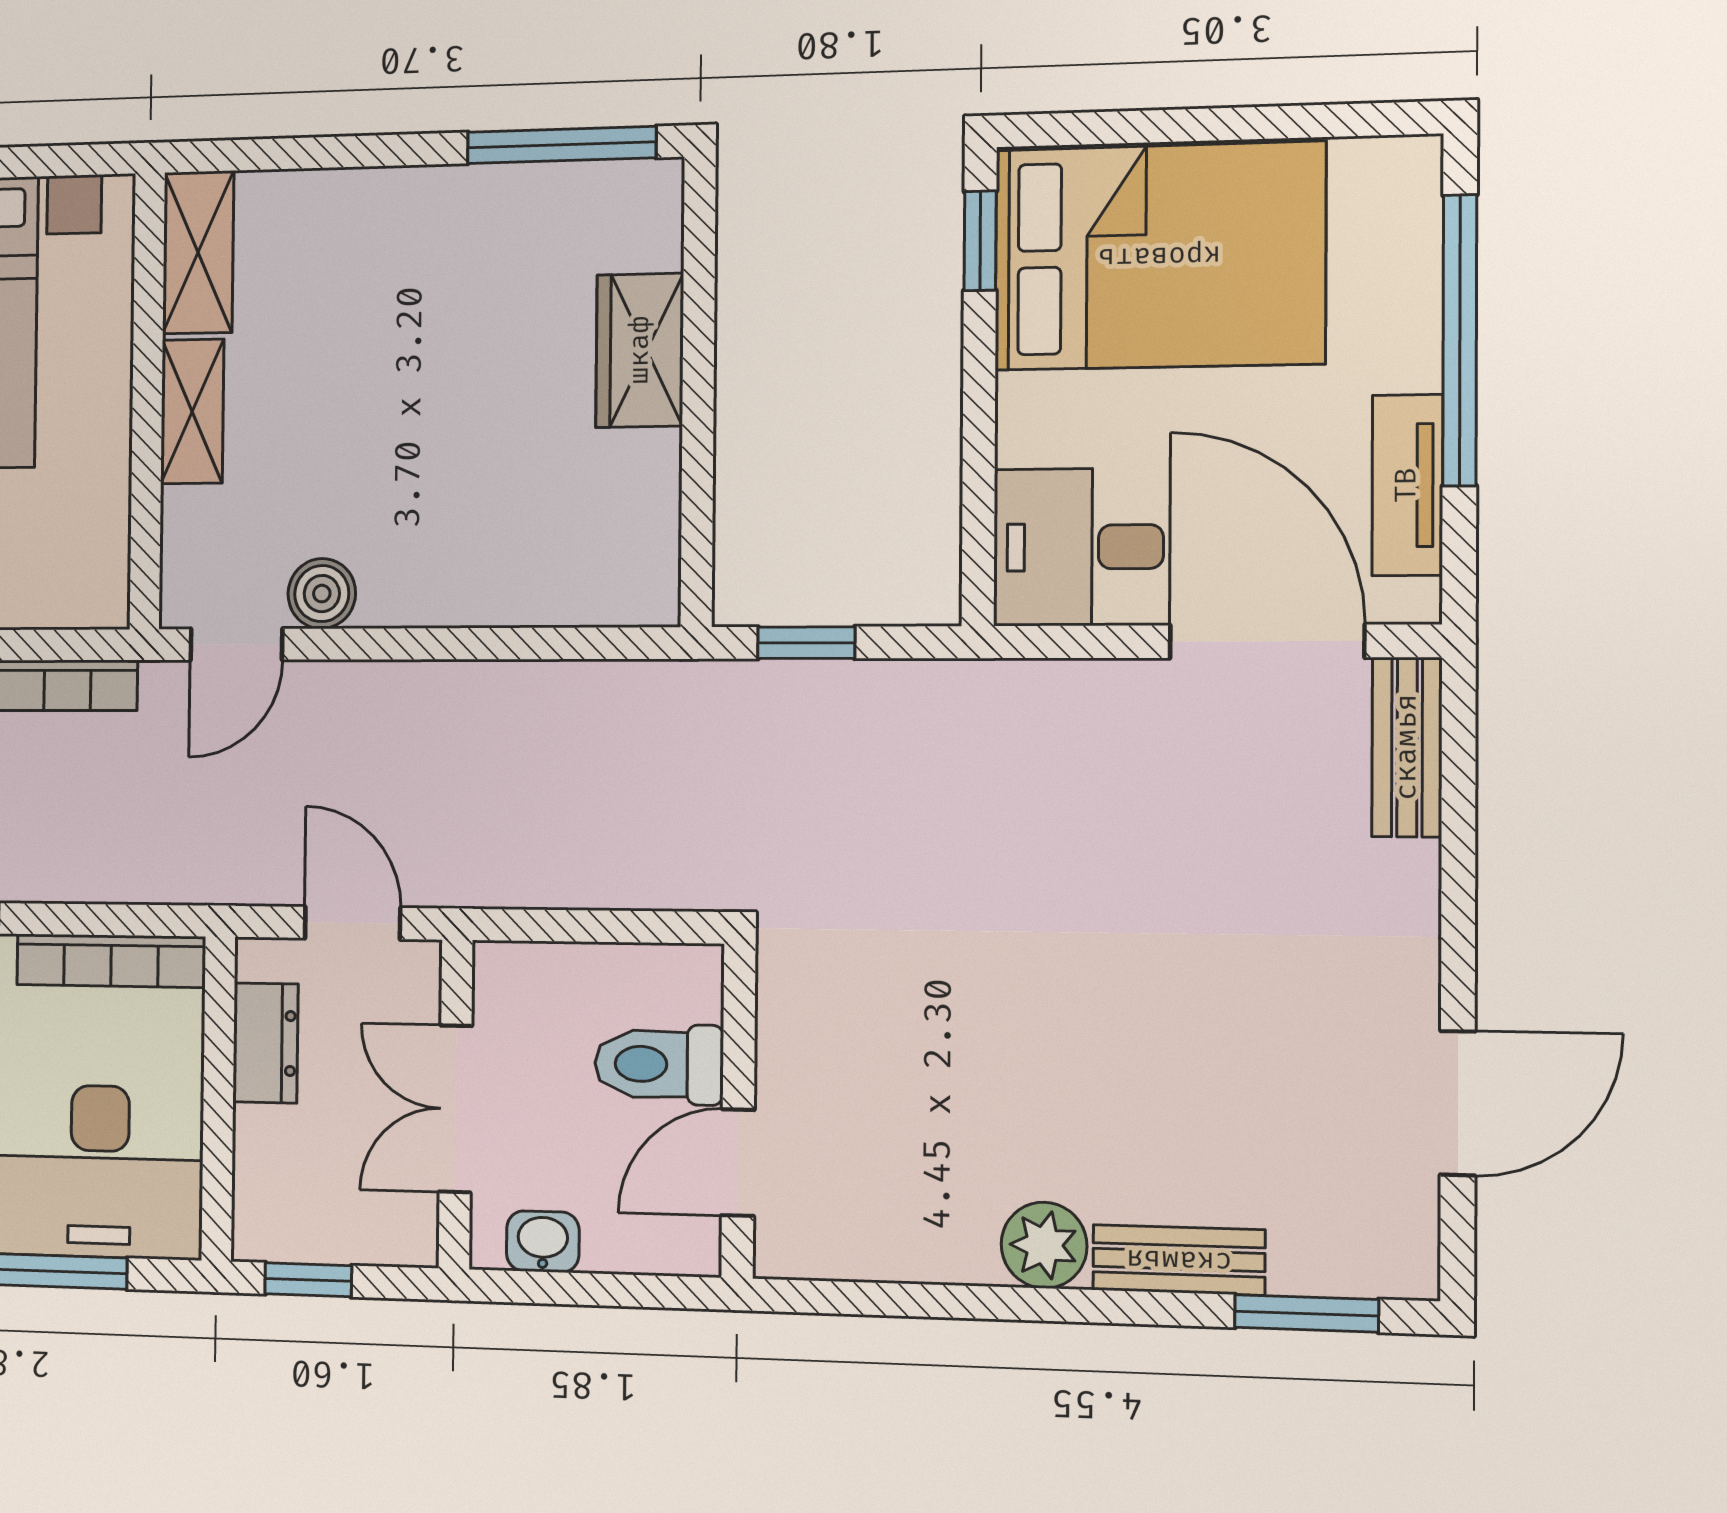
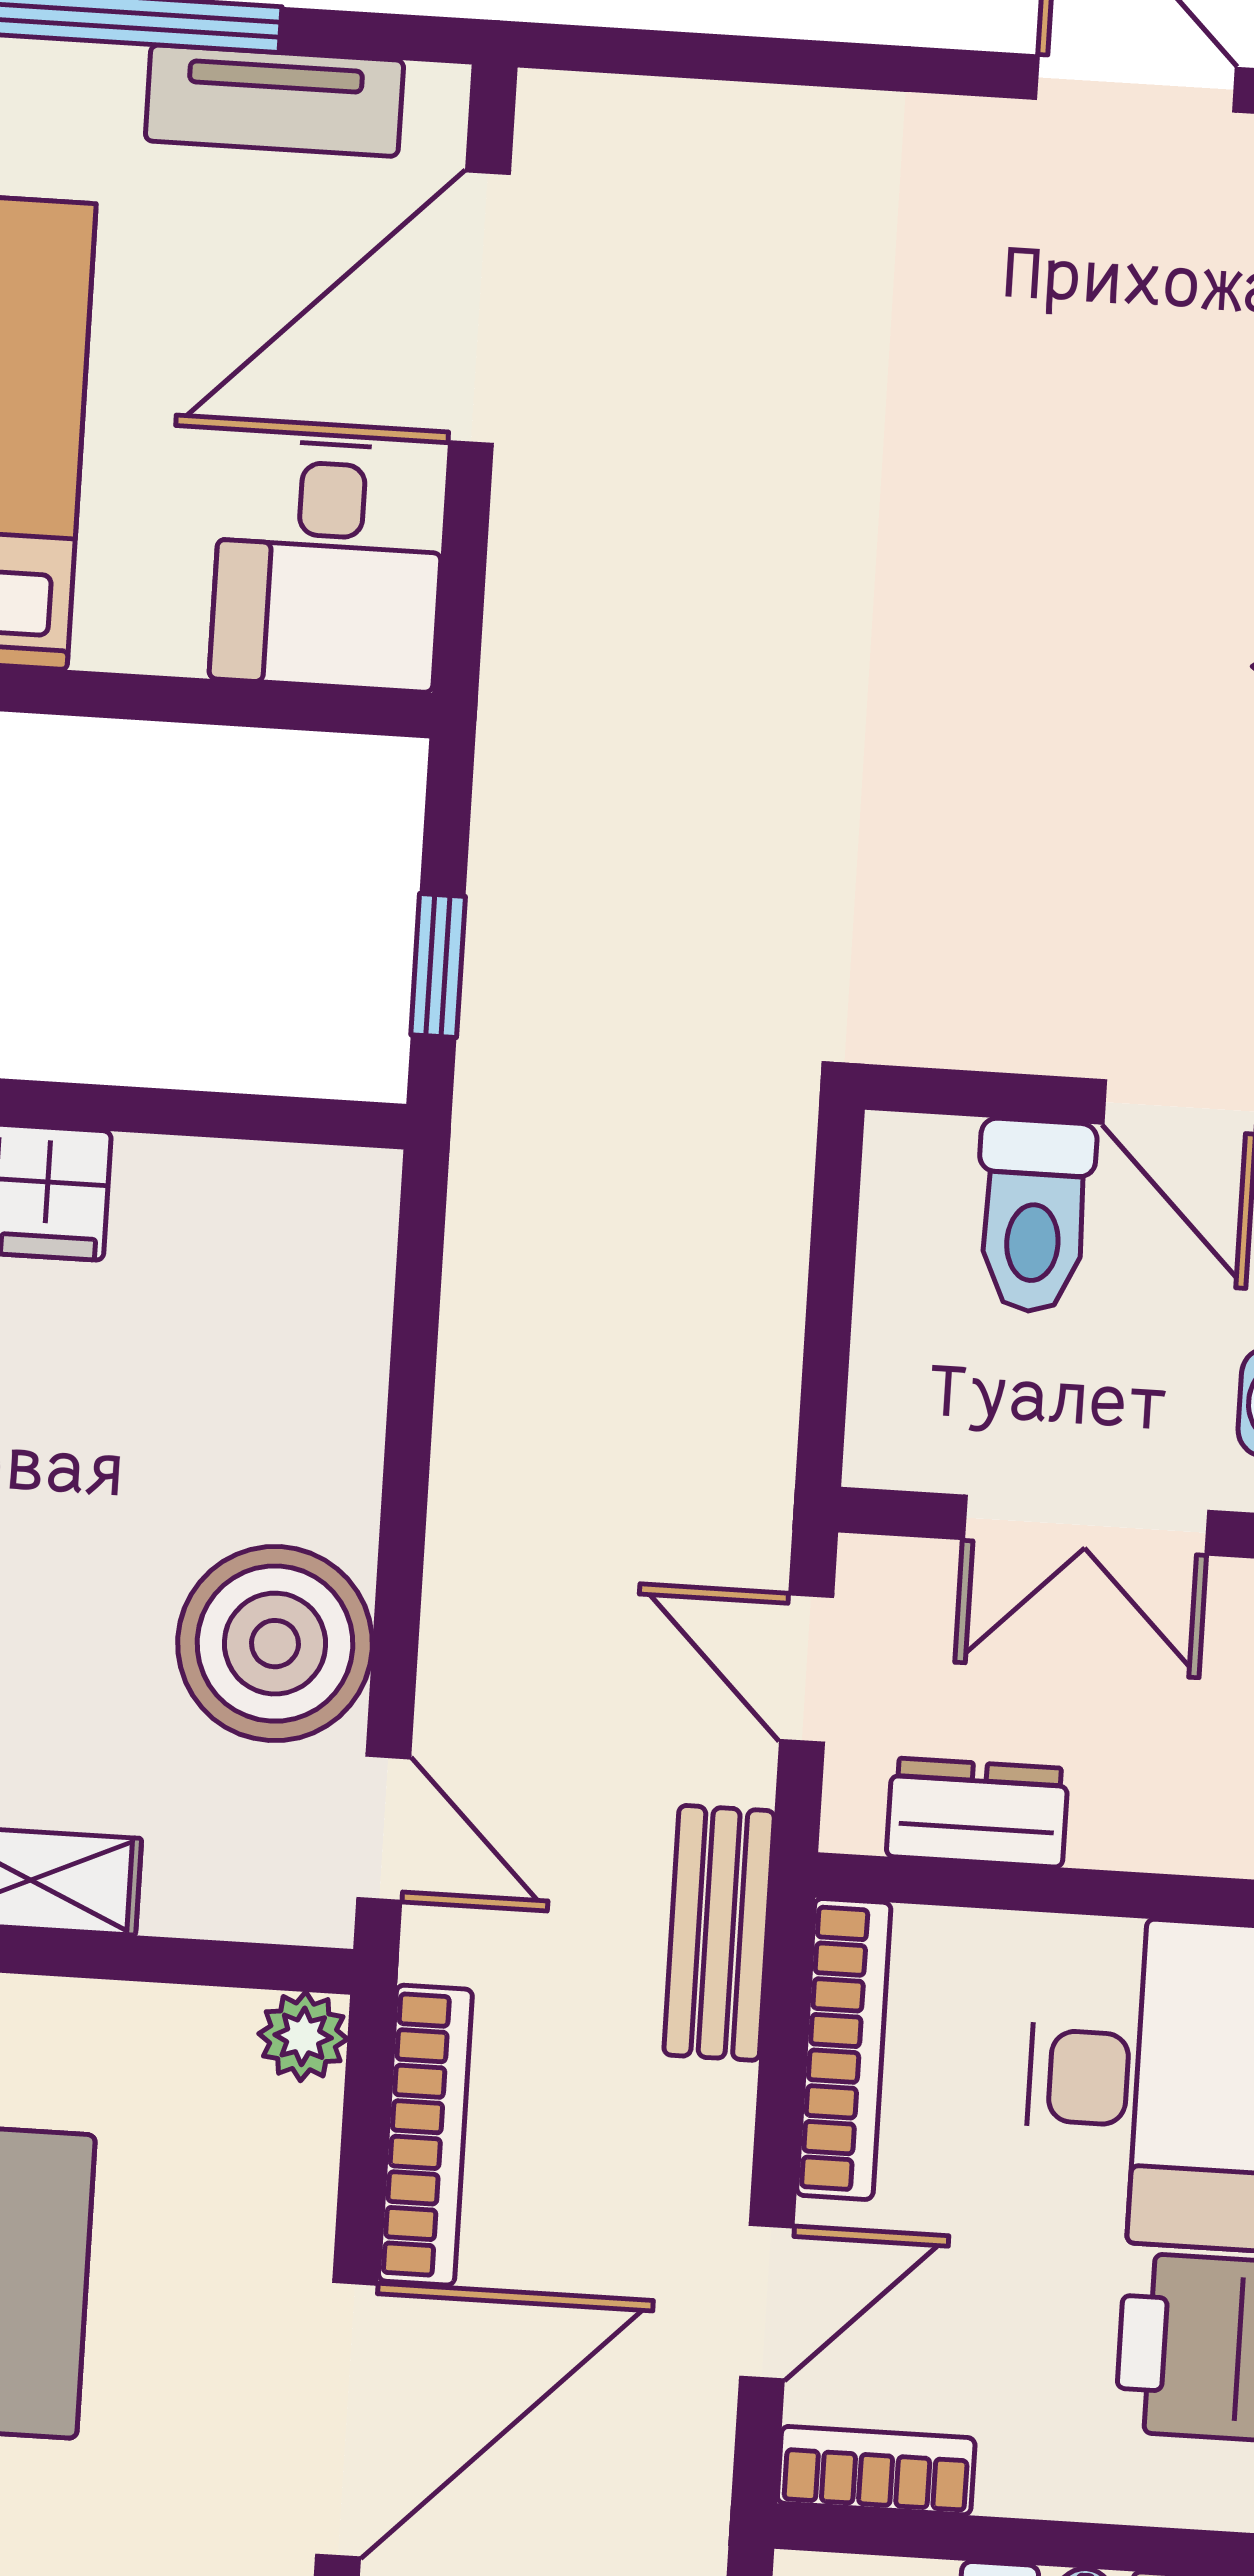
boiler: (322, 594) -> (275, 1644), width x1.86, depth x1.86
plant: (102, 600) -> (303, 2036), added
bench: (1407, 747) -> (719, 1933), moved, turned 90
door: (353, 923) -> (807, 1669), hinge flipped

